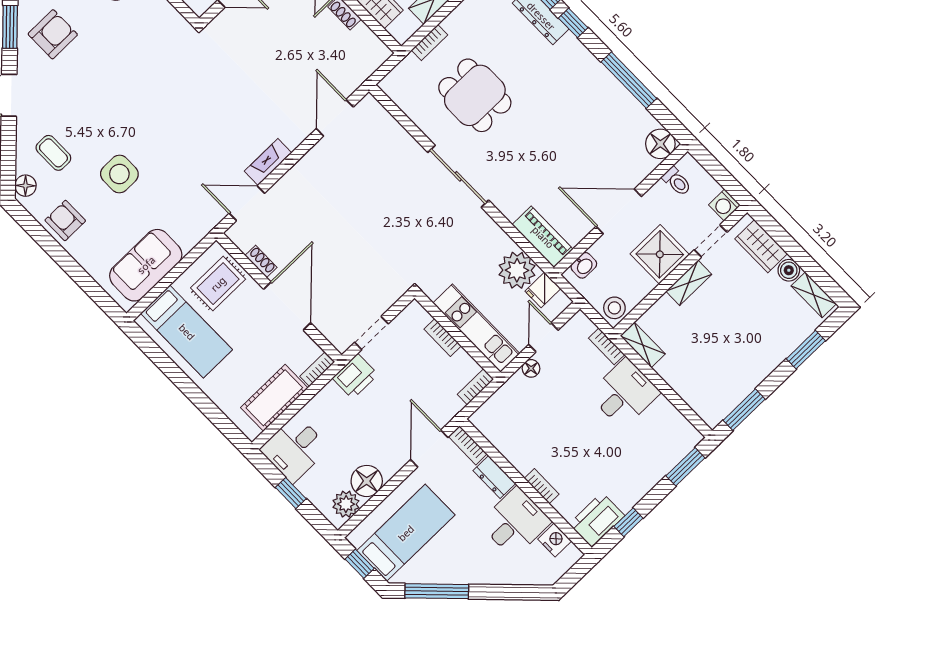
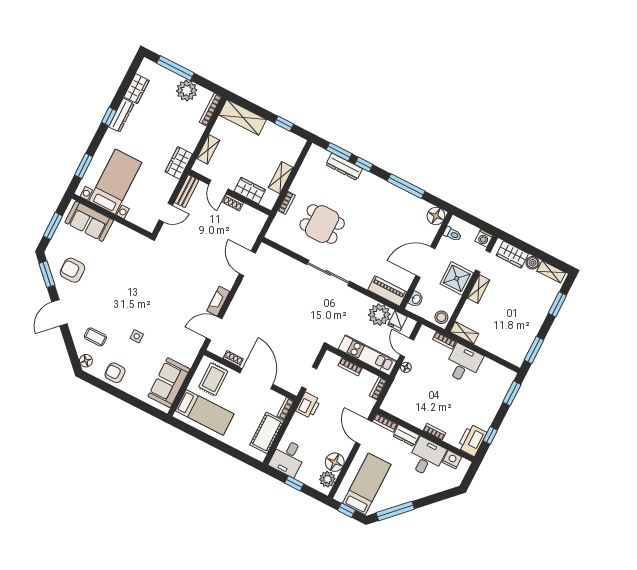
armchair: (53, 34) -> (72, 270), turned -90
side table: (119, 174) -> (137, 336), width x0.54, depth x0.54

